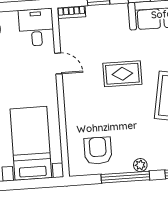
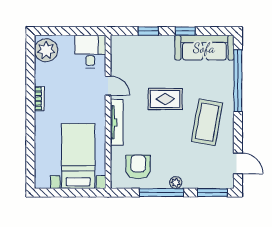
bookcase: (71, 12) -> (123, 40), removed
tv unit: (71, 103) -> (117, 122), added

